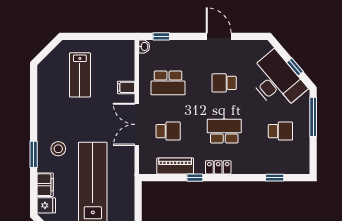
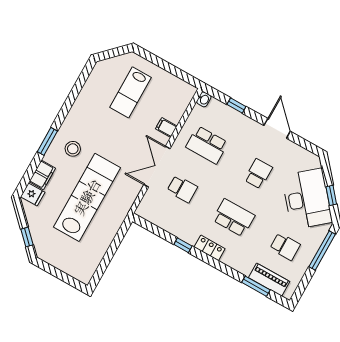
window: (161, 36) -> (236, 105), moved
school desk: (224, 83) -> (258, 174), turned 90
piano: (175, 166) -> (269, 280), moved
window: (275, 178) -> (256, 286), width x1.50

